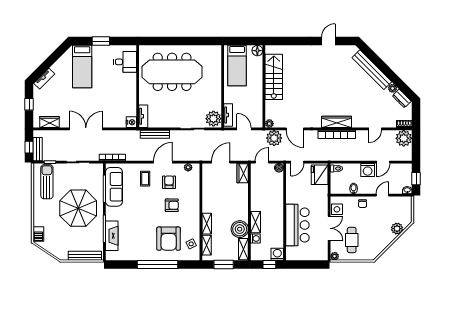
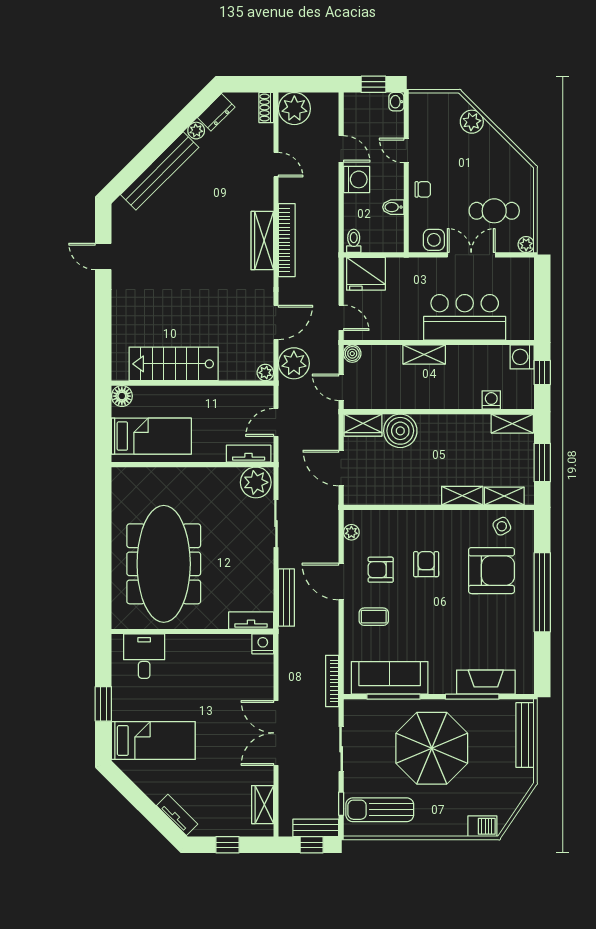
shelving: (256, 222) -> (424, 354), moved
boiler: (240, 229) -> (400, 431), moved

